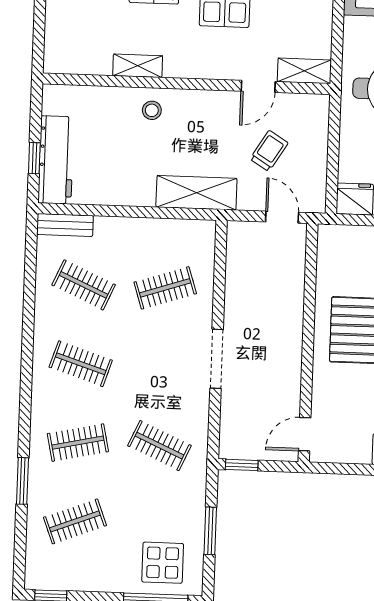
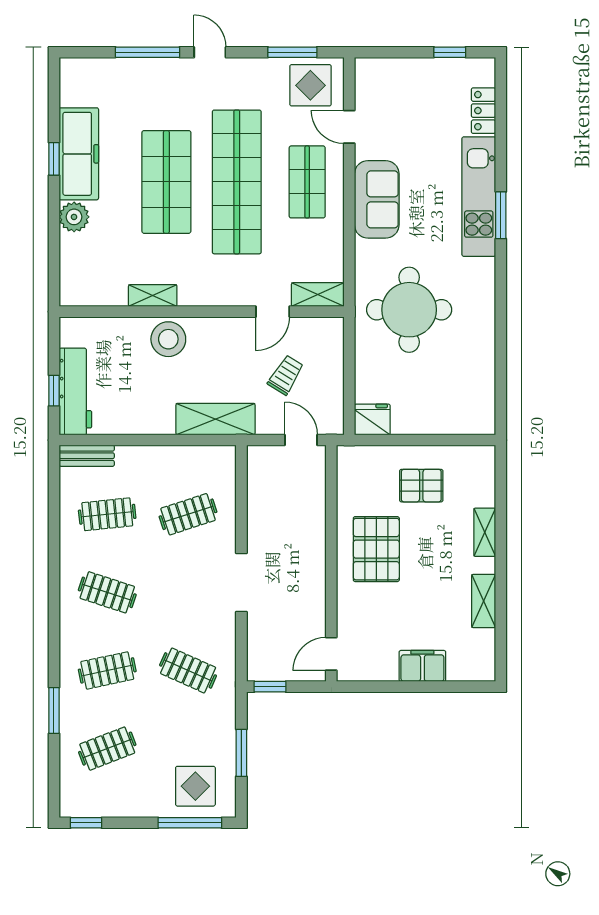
stool: (152, 110) -> (168, 339), width x1.89, depth x1.89
clothes rail: (84, 285) -> (107, 514), turned -30

